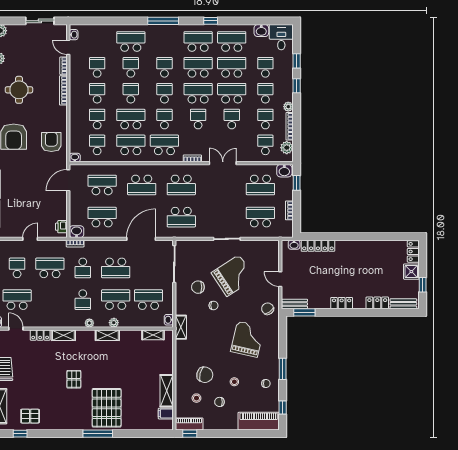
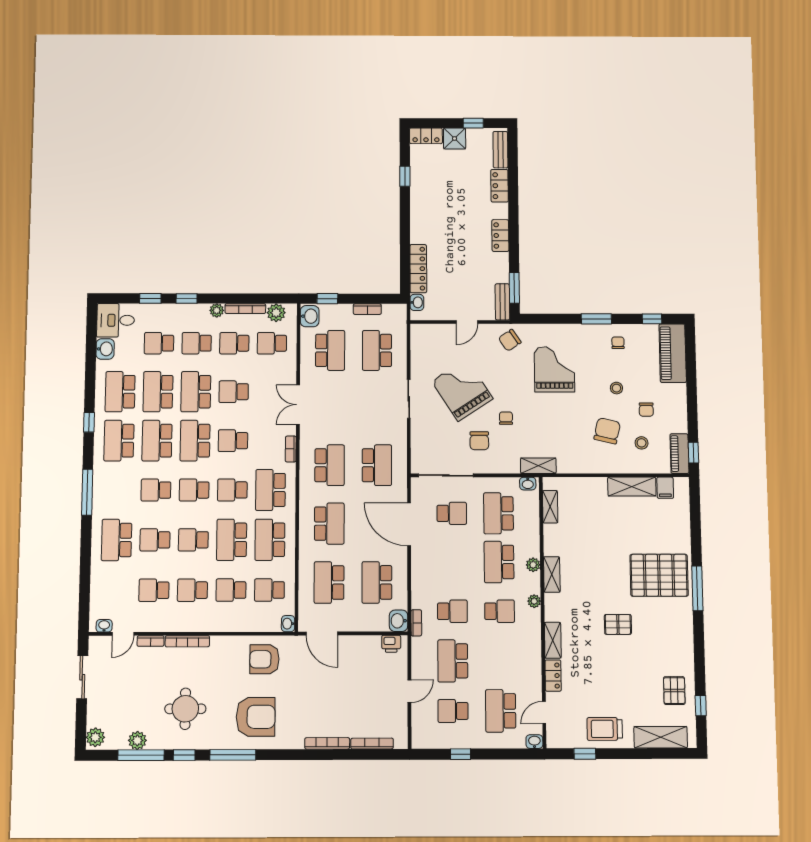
window: (384, 237) -> (405, 176), added
door: (30, 239) -> (409, 691), swing flipped
school desk: (116, 268) -> (452, 513), moved, width x0.54
grand piano: (247, 339) -> (554, 369), turned 77

